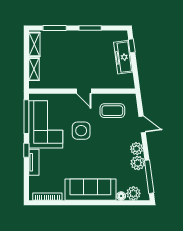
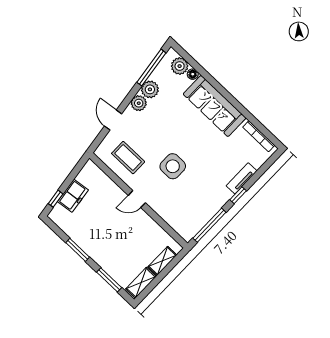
freezer: (123, 57) -> (73, 196), width x0.71
door: (84, 91) -> (137, 199), swing flipped
corner sofa: (46, 124) -> (199, 202), removed

